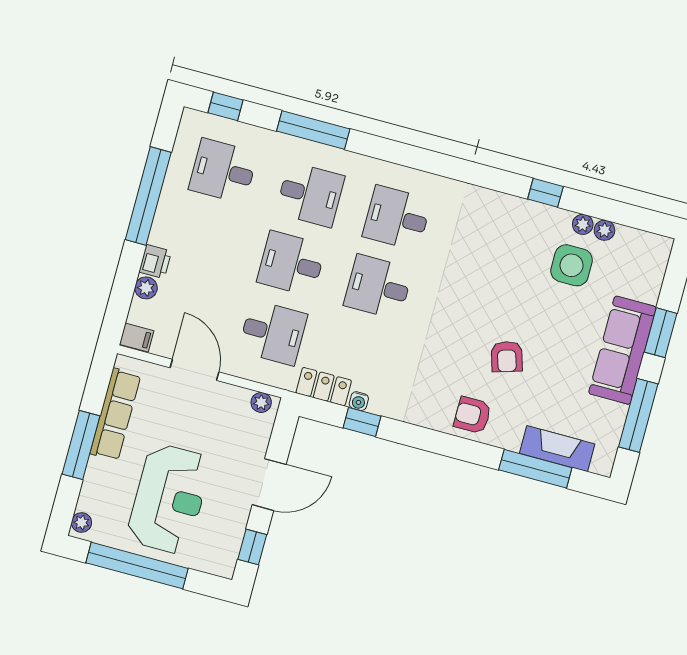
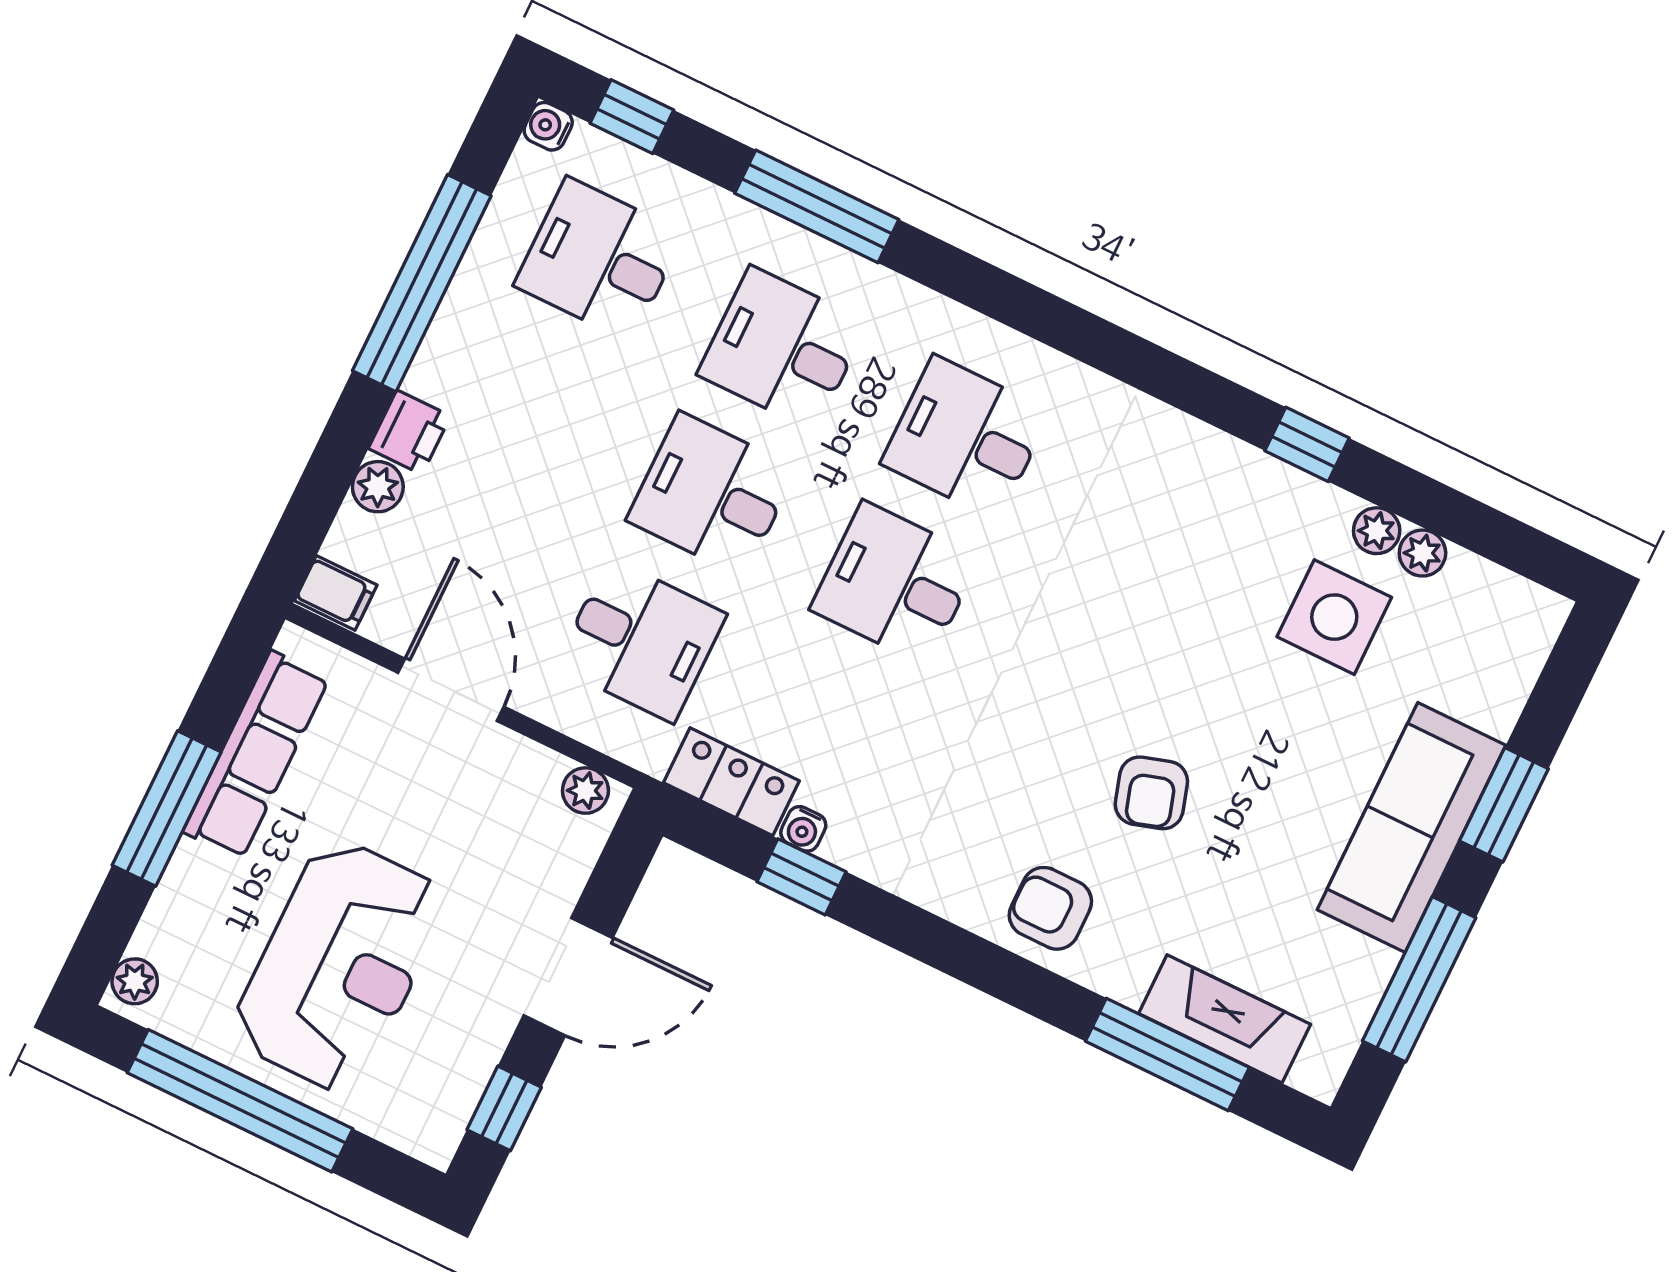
water cooler: (190, 118) -> (548, 126), added
desk: (310, 194) -> (783, 348), turned 180

